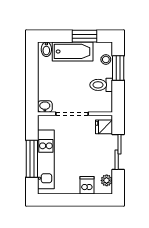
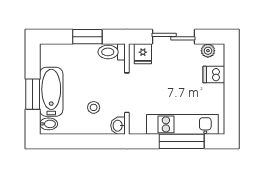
window: (84, 36) -> (33, 94), moved
stool: (106, 59) -> (94, 107), moved
window: (118, 68) -> (87, 37), moved
toilet: (101, 85) -> (112, 52), moved, turned 90

